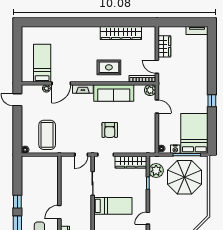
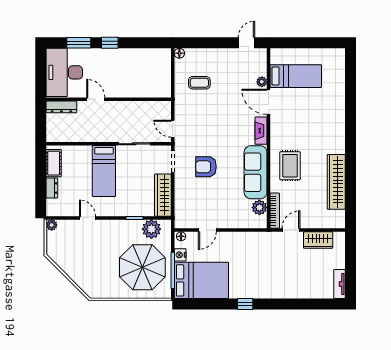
plant: (150, 90) -> (259, 207), moved
door: (157, 107) -> (207, 230), moved
coffee table: (47, 135) -> (199, 83), width x0.54, depth x0.58

